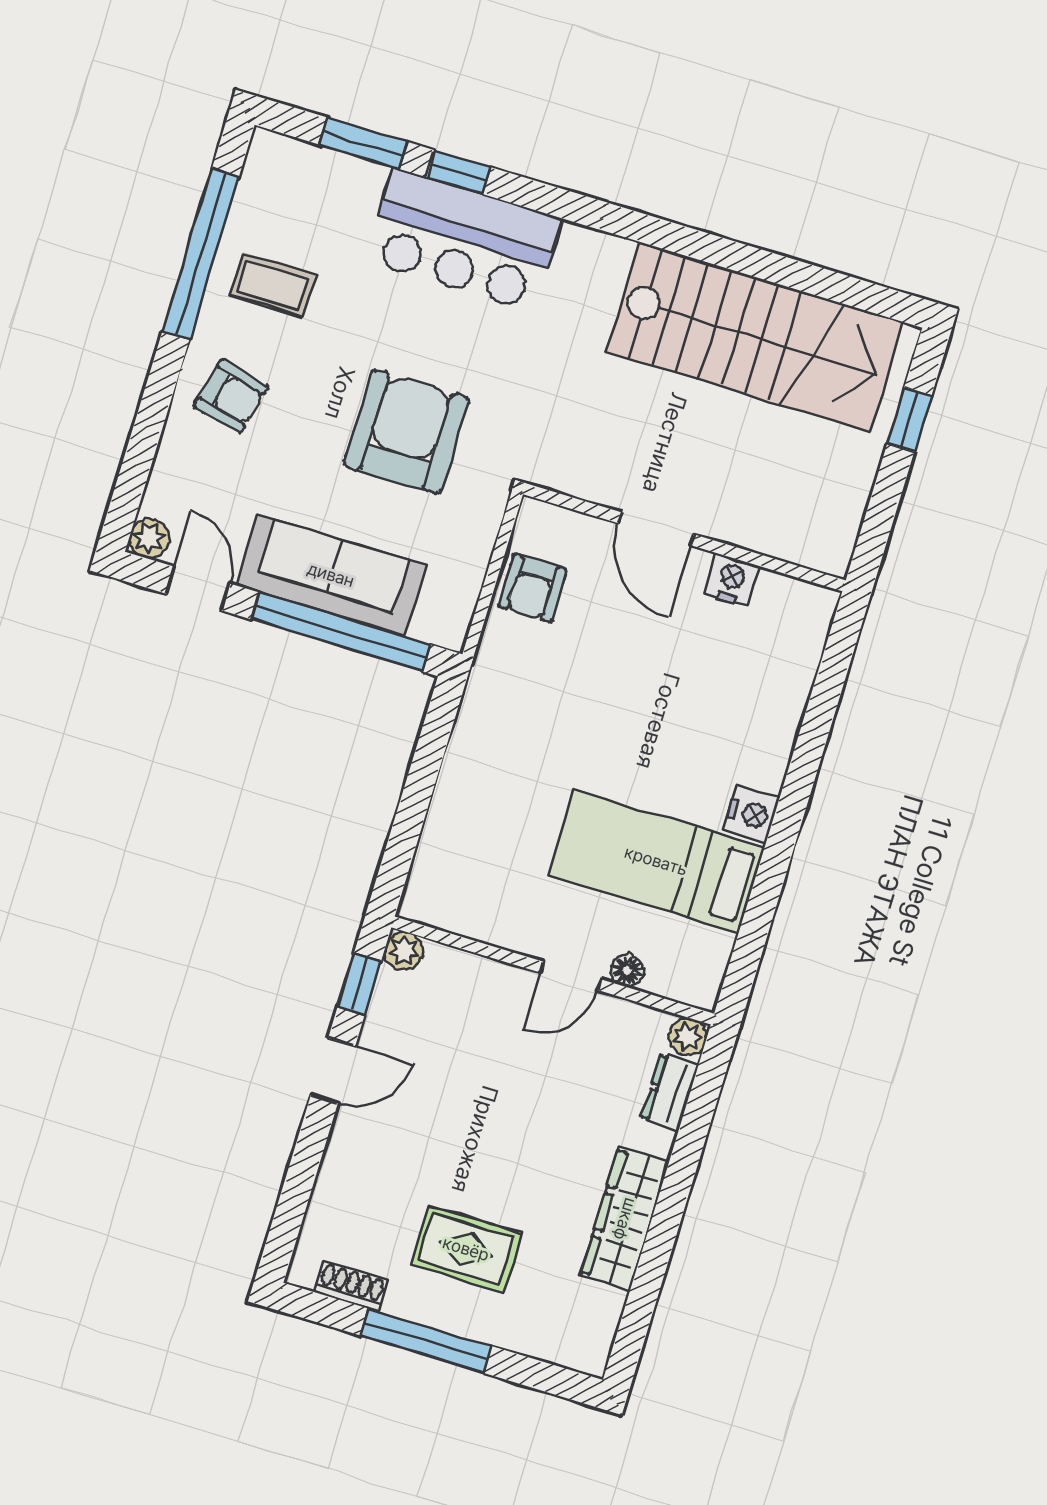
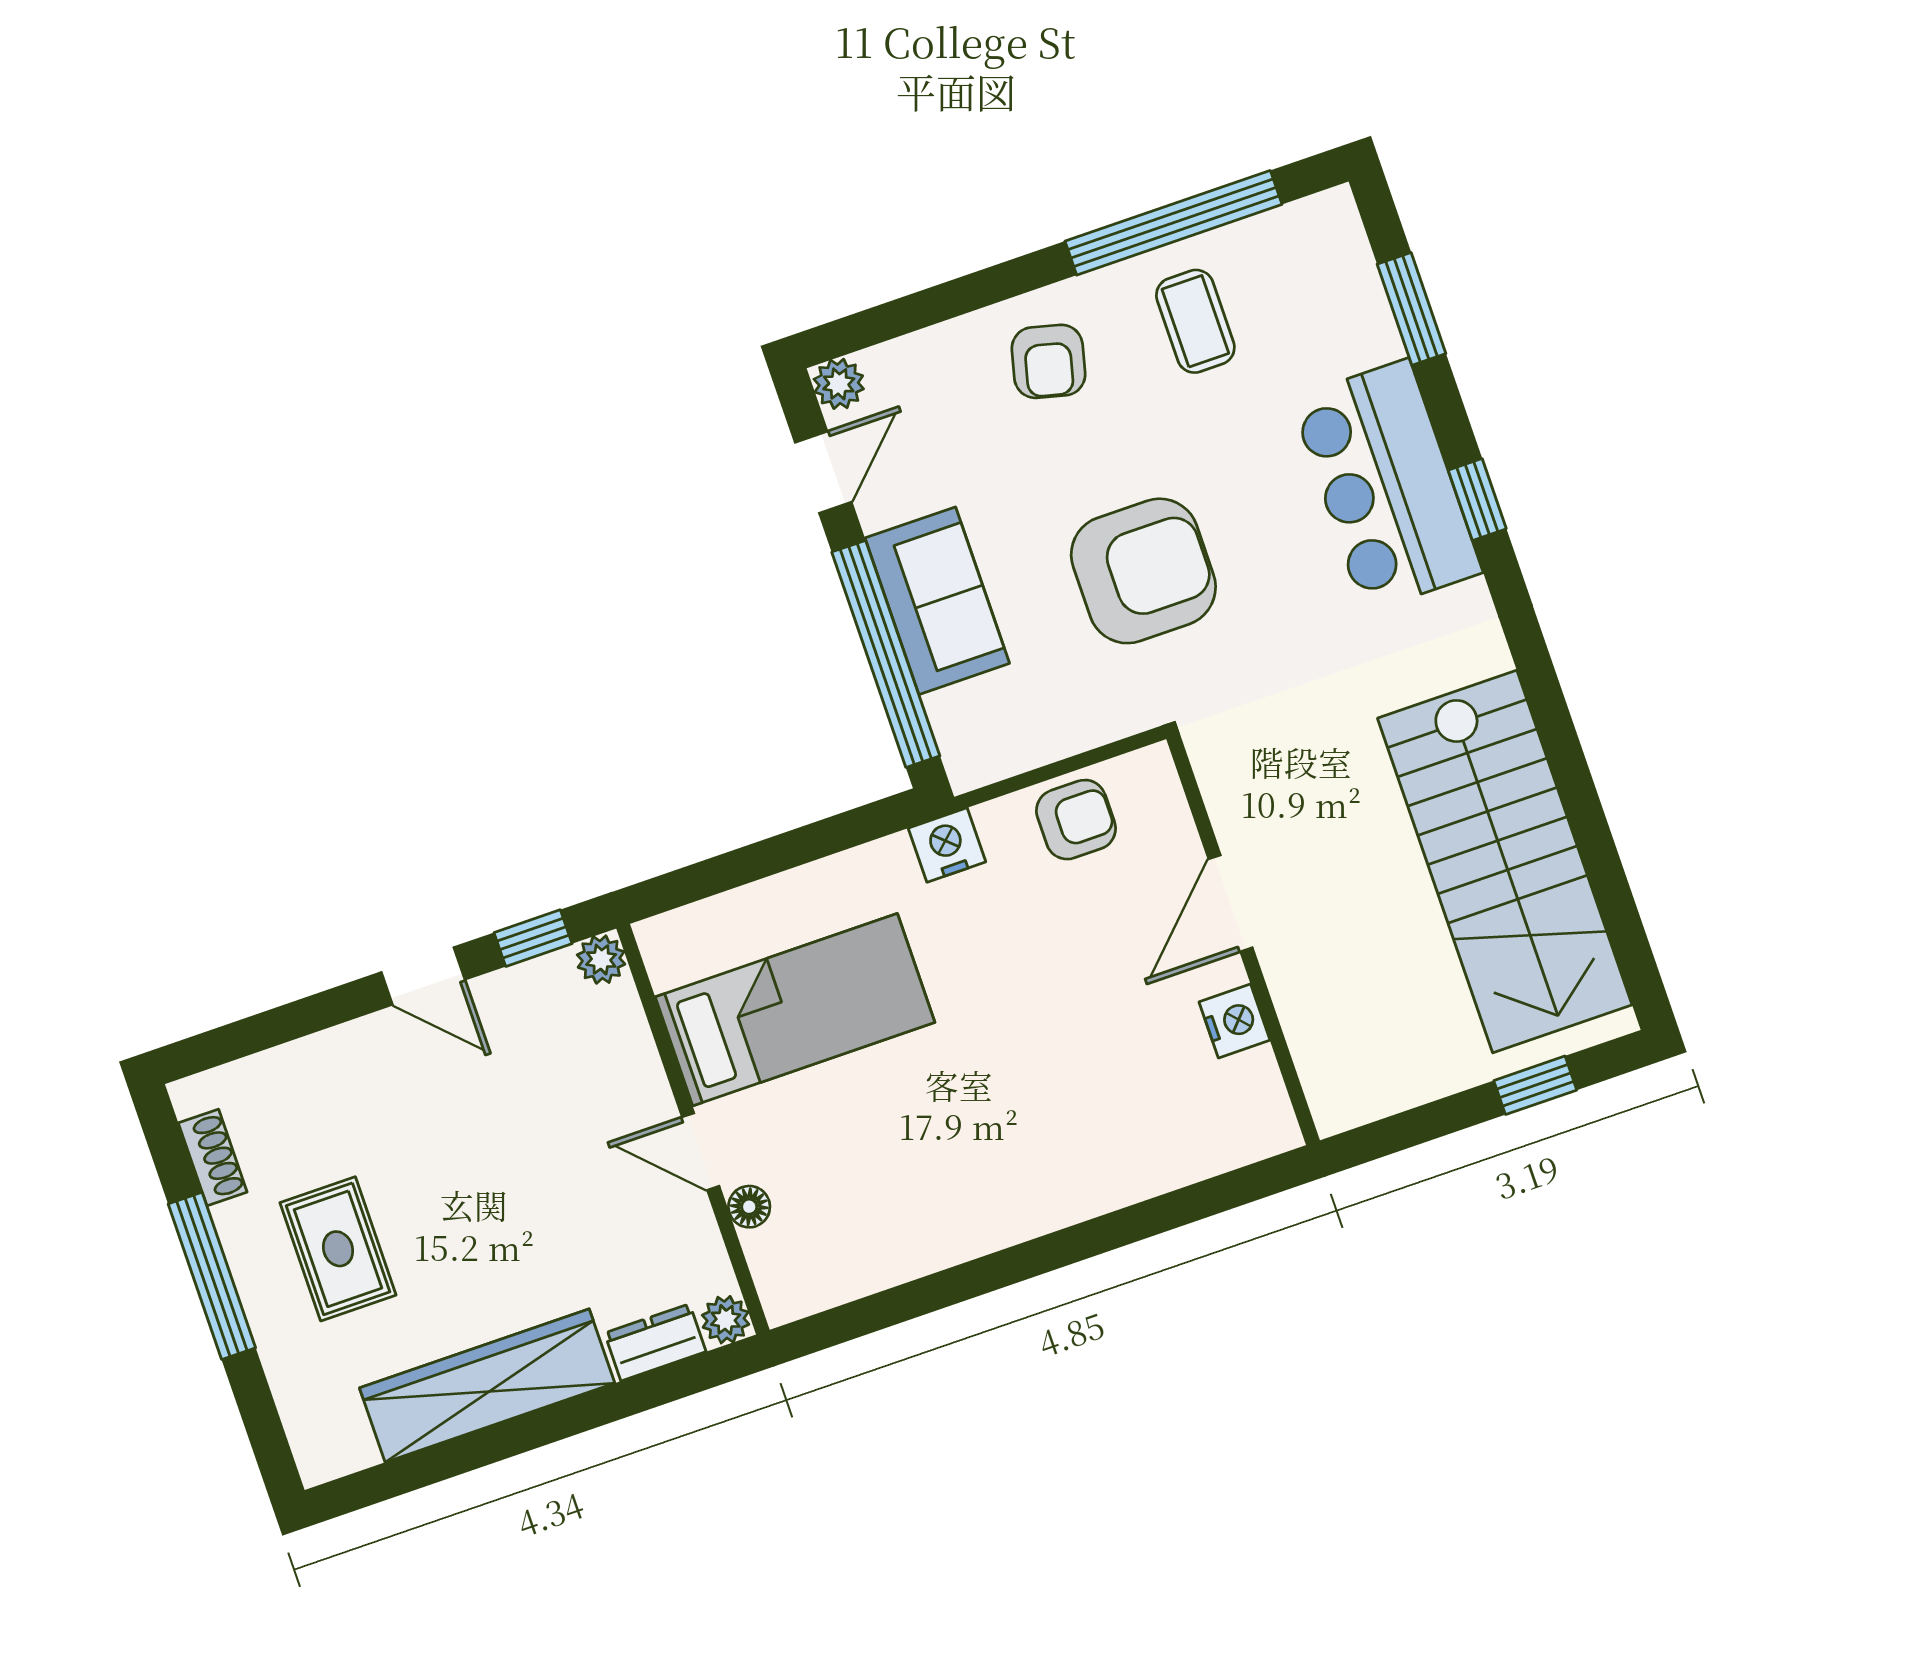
window: (458, 172) -> (1477, 499), moved
sofa: (331, 575) -> (937, 601), width x0.73
armchair: (532, 588) -> (1076, 820), turned 180
nightstand: (751, 814) -> (947, 845), moved, turned 180
bed: (656, 861) -> (795, 1010), moved, turned 90
wardrobe: (625, 1219) -> (487, 1386), width x1.40, depth x1.17

